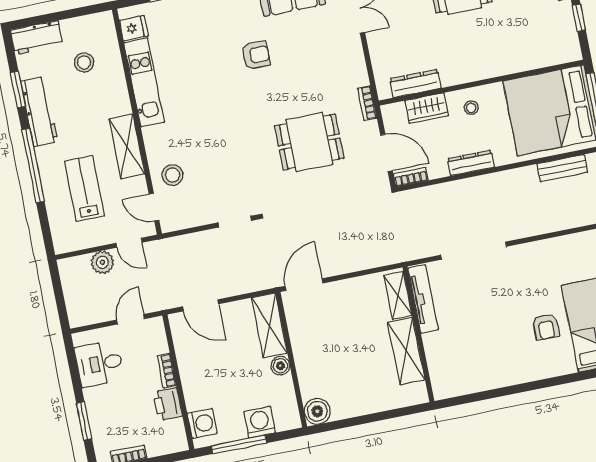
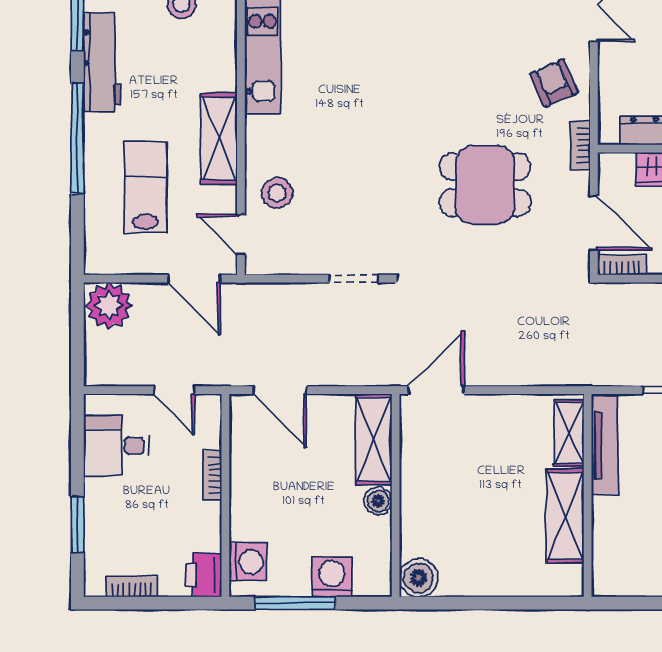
armchair: (256, 55) -> (554, 83), moved, turned -114
door: (129, 243) -> (194, 279), width x1.38
plant: (102, 262) -> (109, 306), moved, width x1.36, depth x1.36
door: (130, 319) -> (174, 390), swing flipped
printer: (168, 404) -> (204, 575), moved

